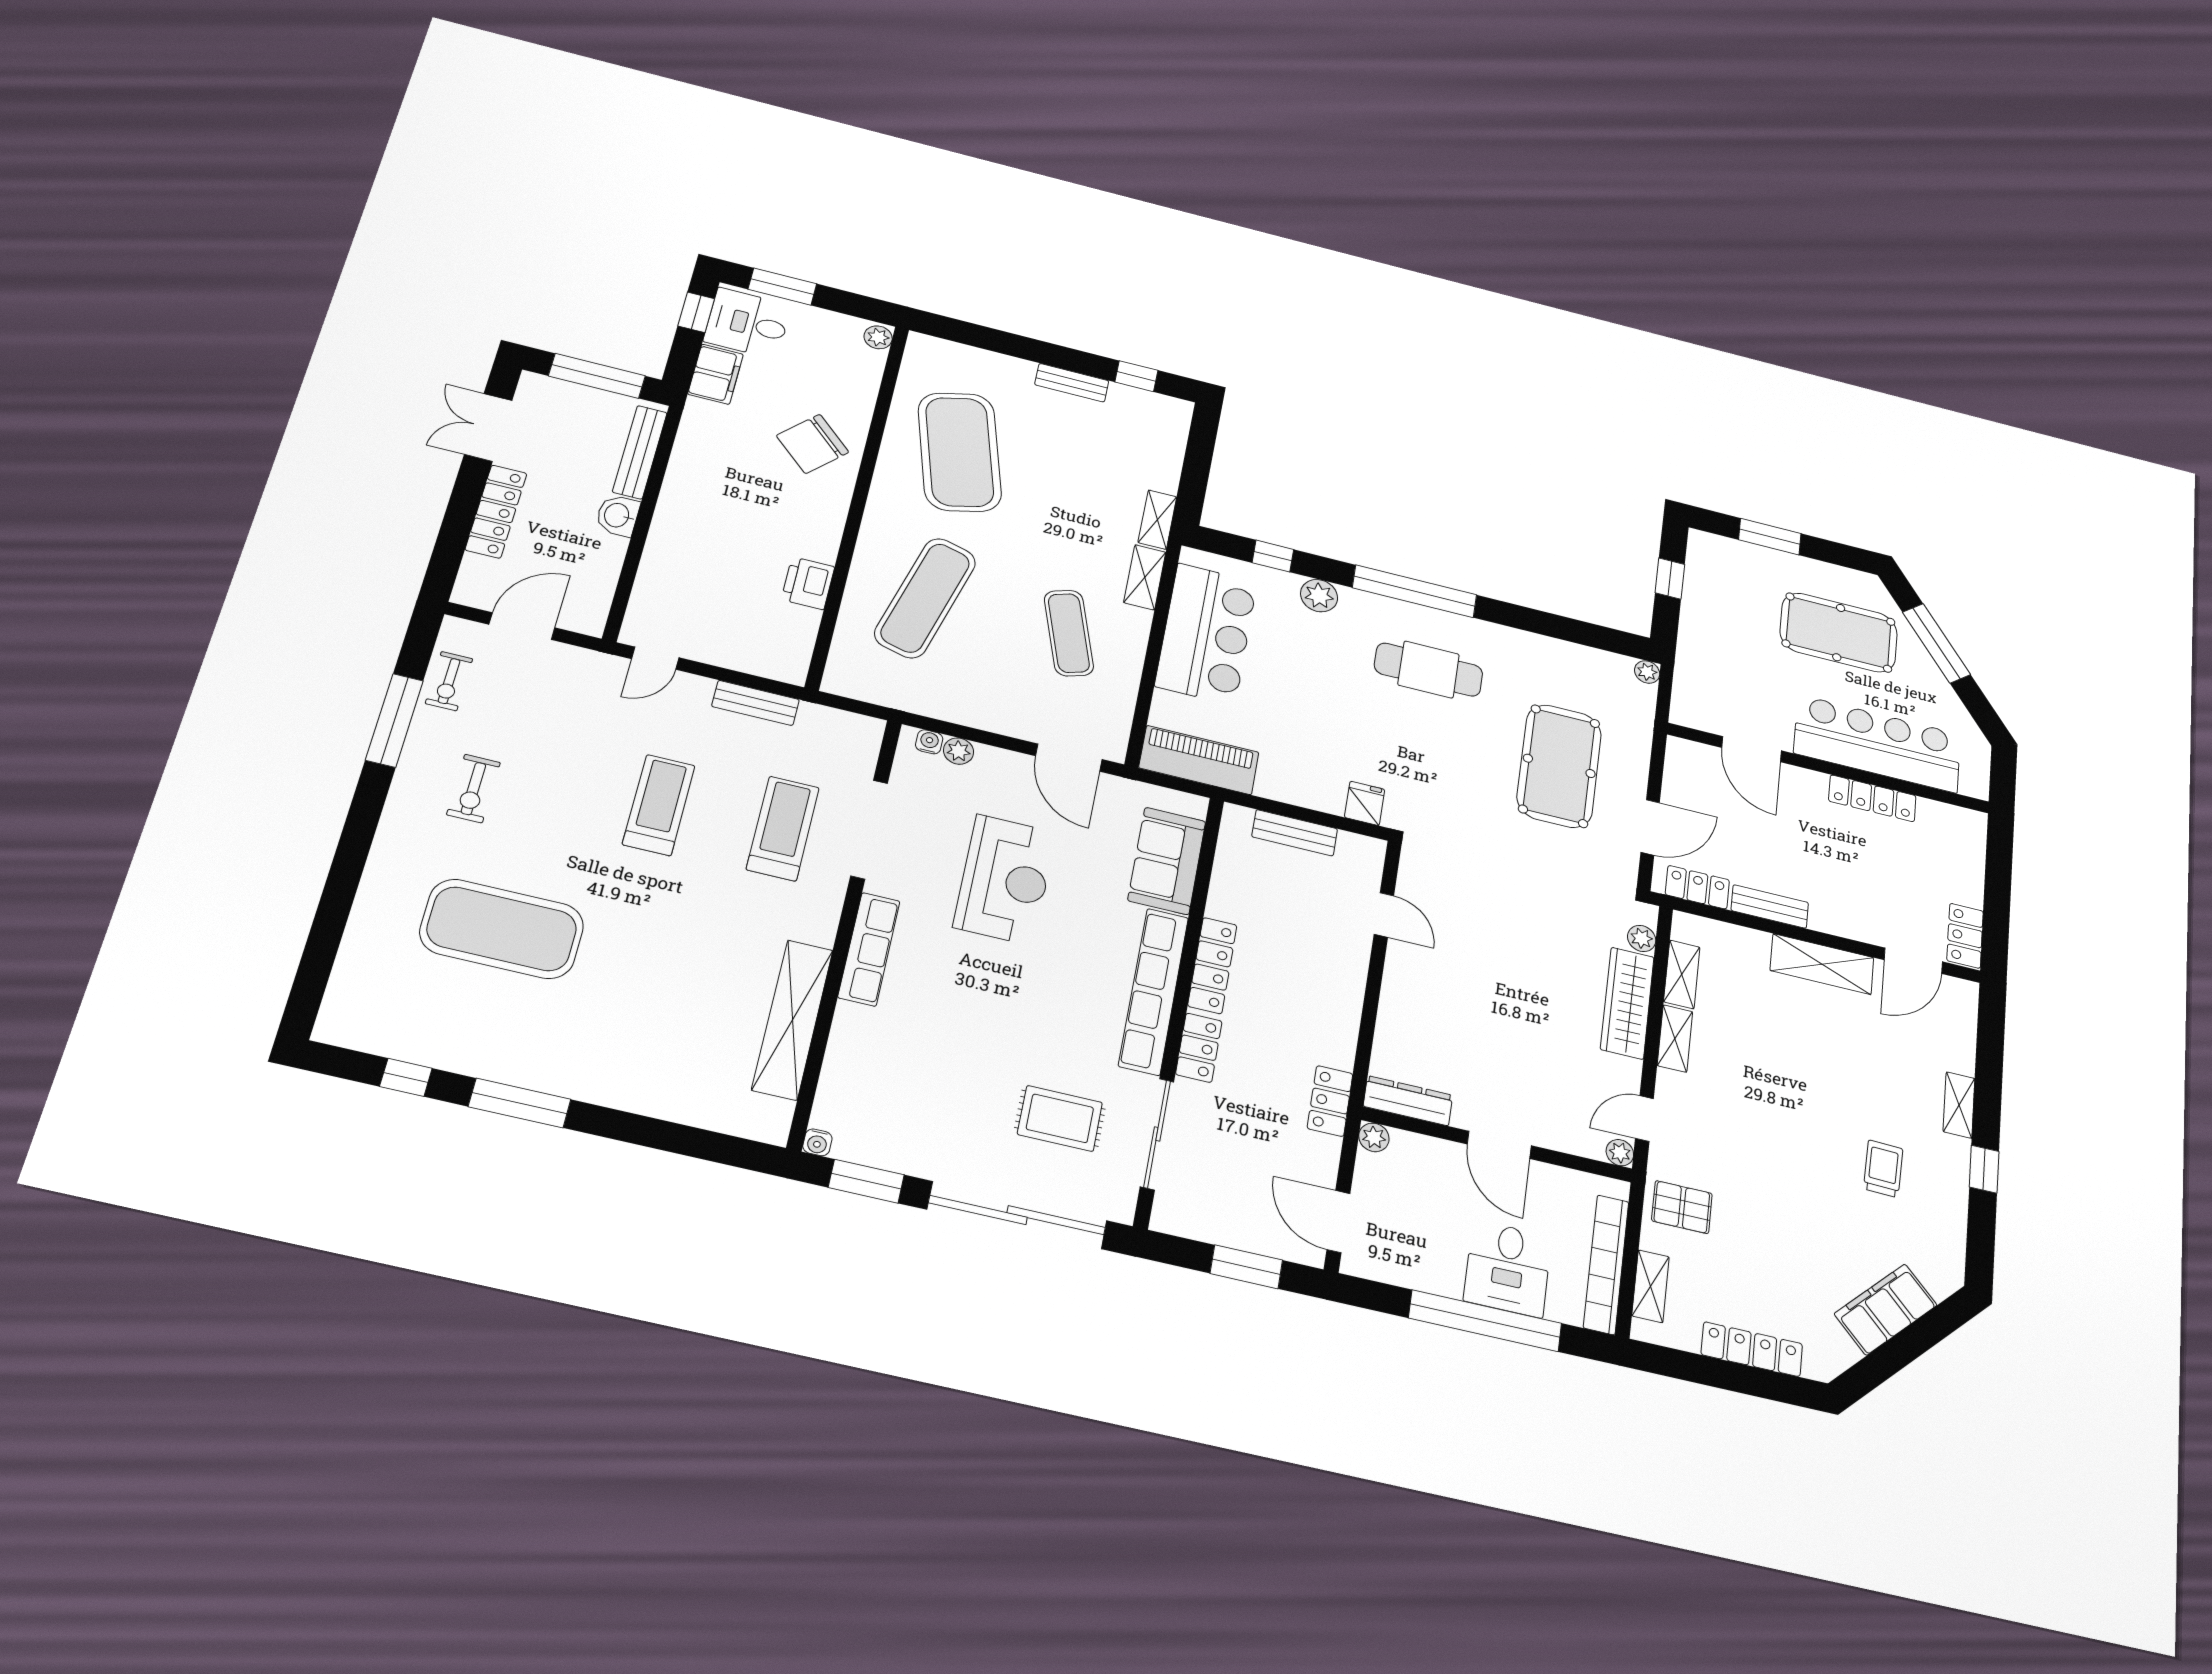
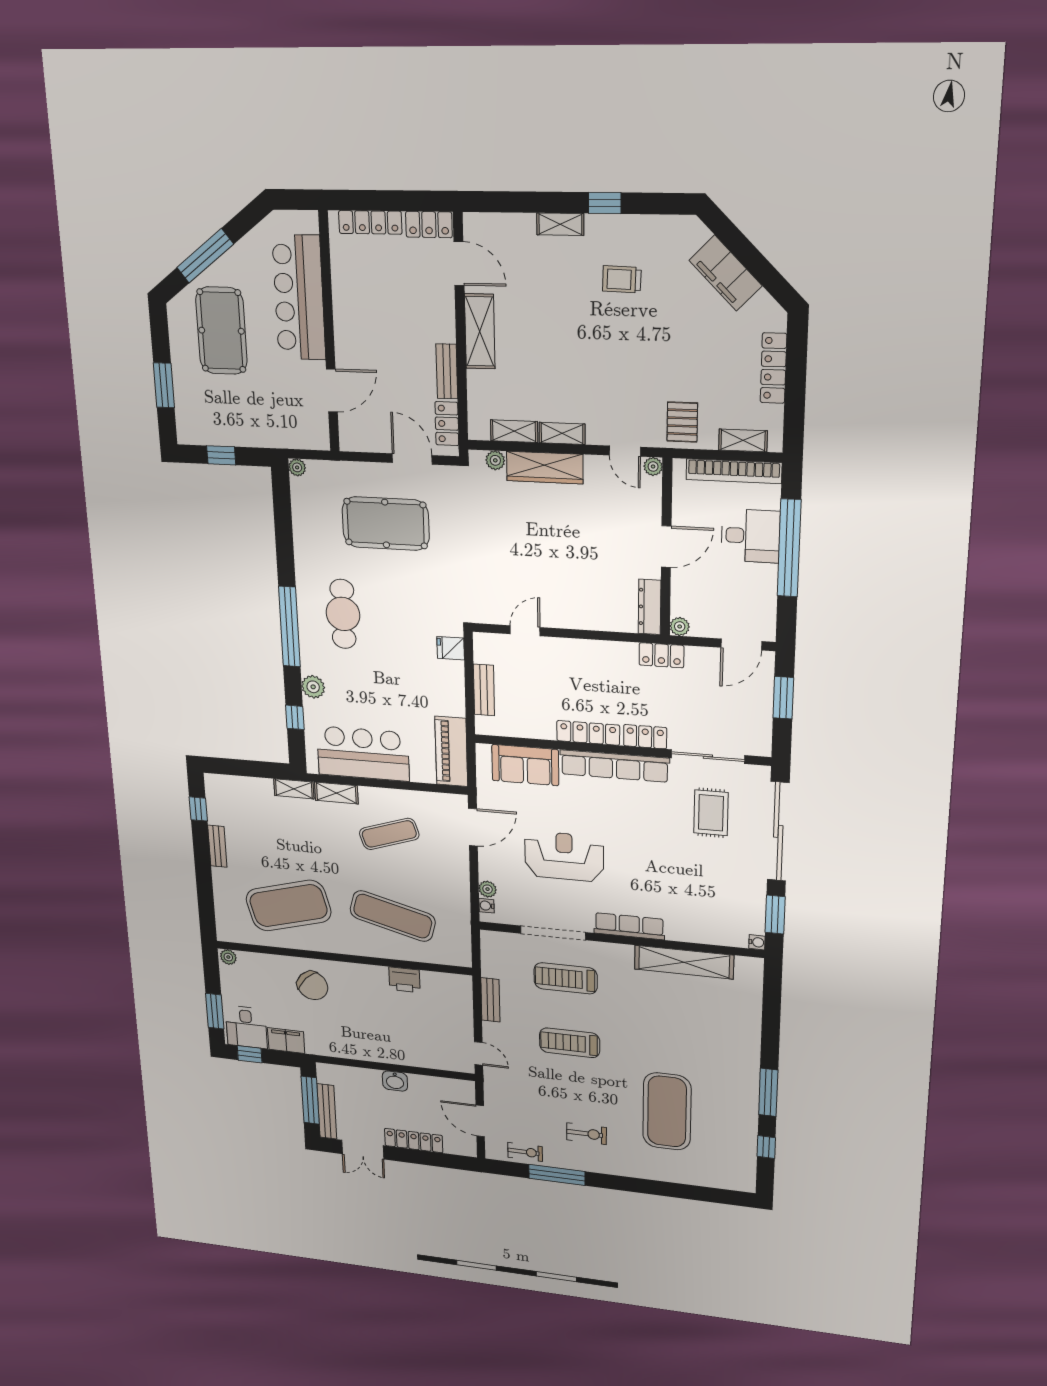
bench: (640, 452) -> (327, 1111), moved, turned 90
locker: (1872, 798) -> (370, 222), moved, turned 90

